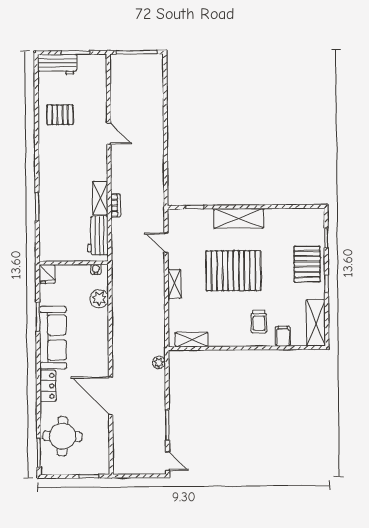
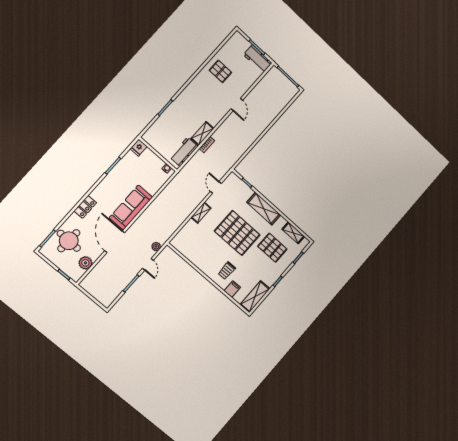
workbench: (57, 64) -> (258, 59), moved
pallet: (307, 264) -> (272, 248), moved, turned 90
plant: (99, 298) -> (85, 263), moved
sofa: (53, 338) -> (131, 207), moved, turned 180
shelving: (192, 339) -> (293, 233), moved
door: (168, 461) -> (148, 264), moved

